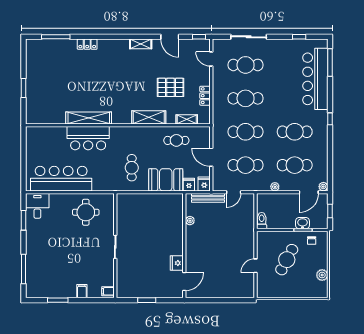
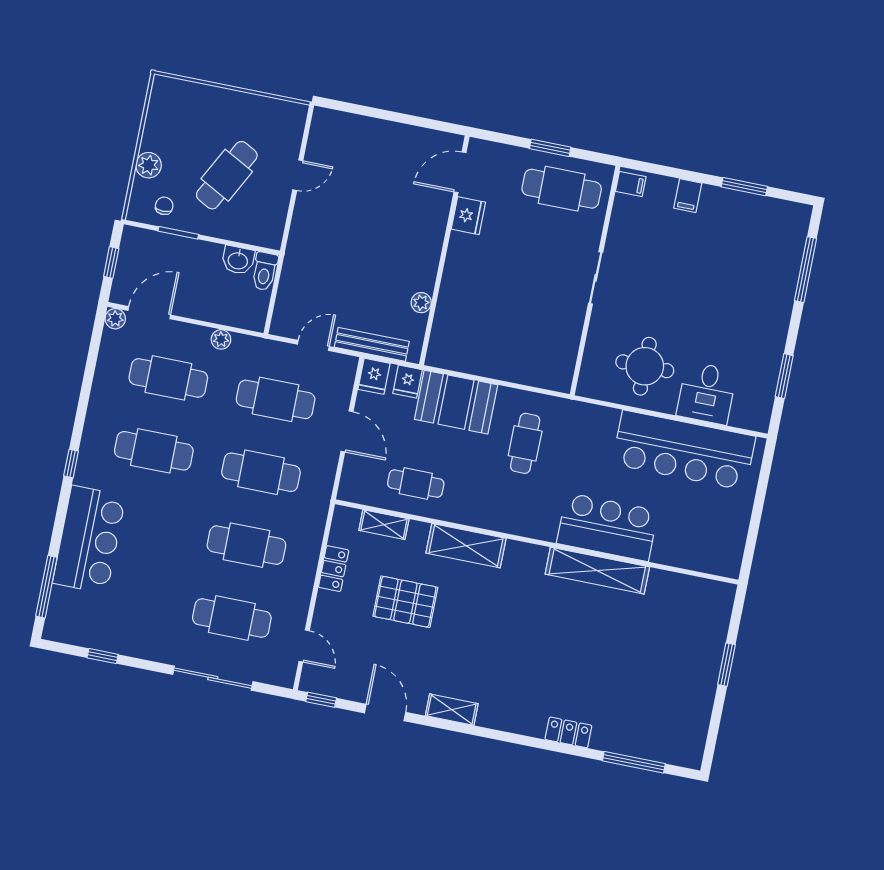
bar counter: (315, 79) -> (89, 539), width x0.73
desk: (37, 206) -> (707, 393), moved
washbasin: (302, 223) -> (238, 260), moved
plant: (322, 275) -> (149, 165), moved
cafe table: (138, 283) -> (562, 189), added

